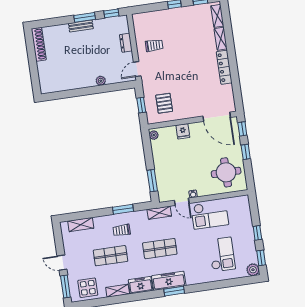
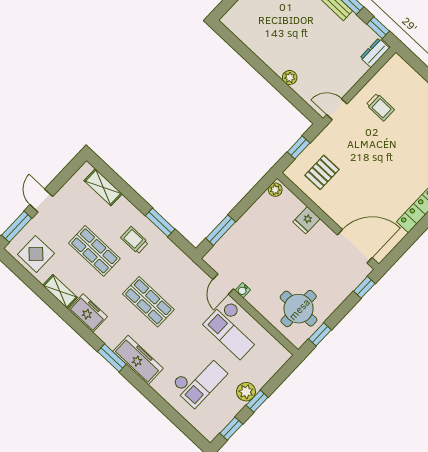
dresser: (126, 43) -> (375, 53), moved
door: (217, 117) -> (355, 246), swing flipped
window: (246, 152) -> (320, 334), moved
shelving: (159, 213) -> (190, 268), removed
plant: (253, 270) -> (246, 392), moved
freezer: (169, 281) -> (138, 360), moved

